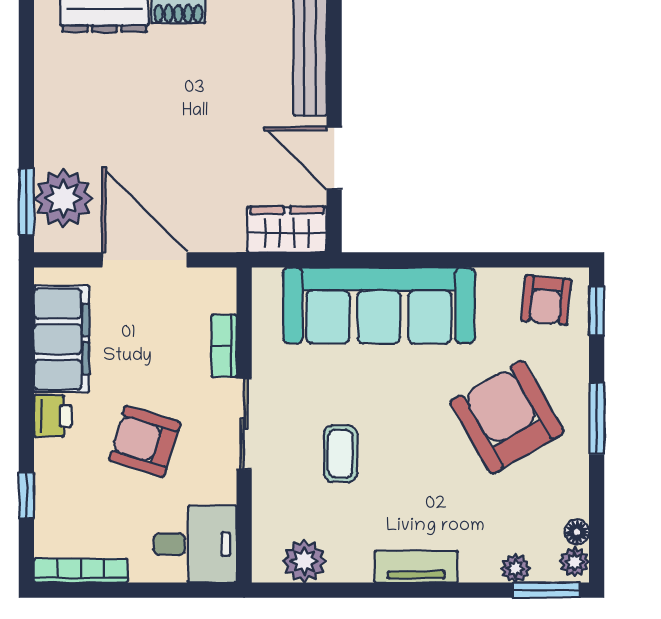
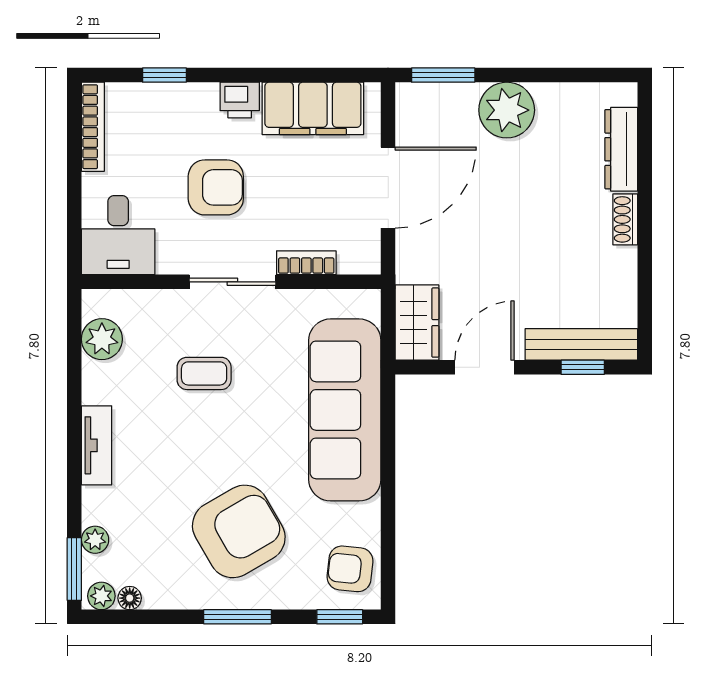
window: (334, 55) -> (583, 367), added
plant: (63, 198) -> (507, 110), moved
armchair: (145, 441) -> (216, 187), turned 73

